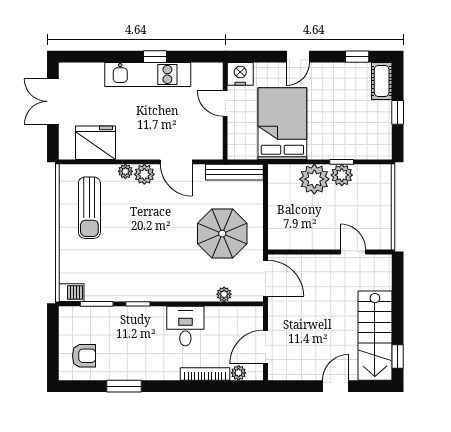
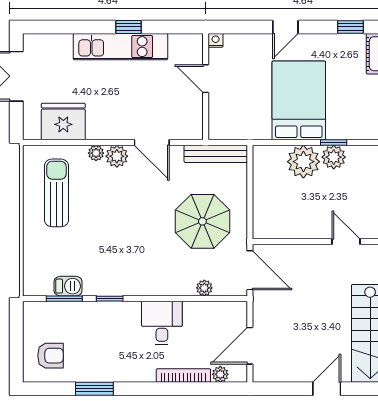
nightstand: (240, 74) -> (216, 40), width x0.53, depth x0.56
bed: (282, 124) -> (299, 100), moved
sun lounger: (89, 208) -> (56, 193), turned 180
barbecue: (71, 293) -> (68, 286), moved

